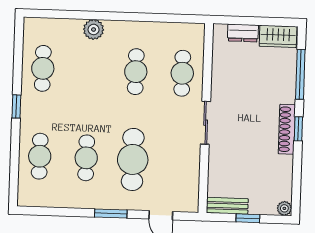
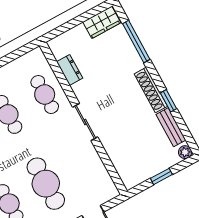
dresser: (243, 33) -> (70, 70), moved, turned -90
window: (298, 129) -> (168, 101), moved
bench: (227, 206) -> (171, 127), moved, turned 90

